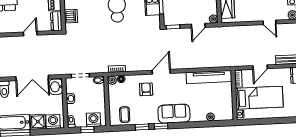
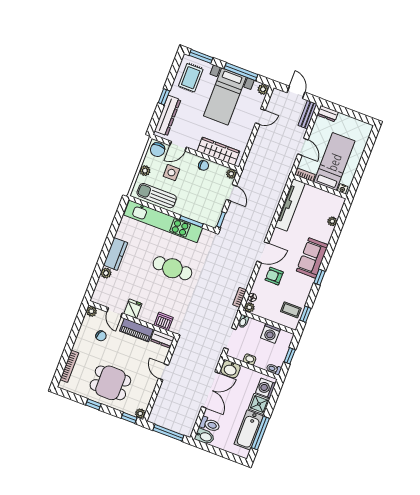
door: (161, 72) -> (263, 252), swing flipped
washing machine: (93, 120) -> (270, 333), moved, turned -90
window: (142, 127) -> (305, 314), moved

